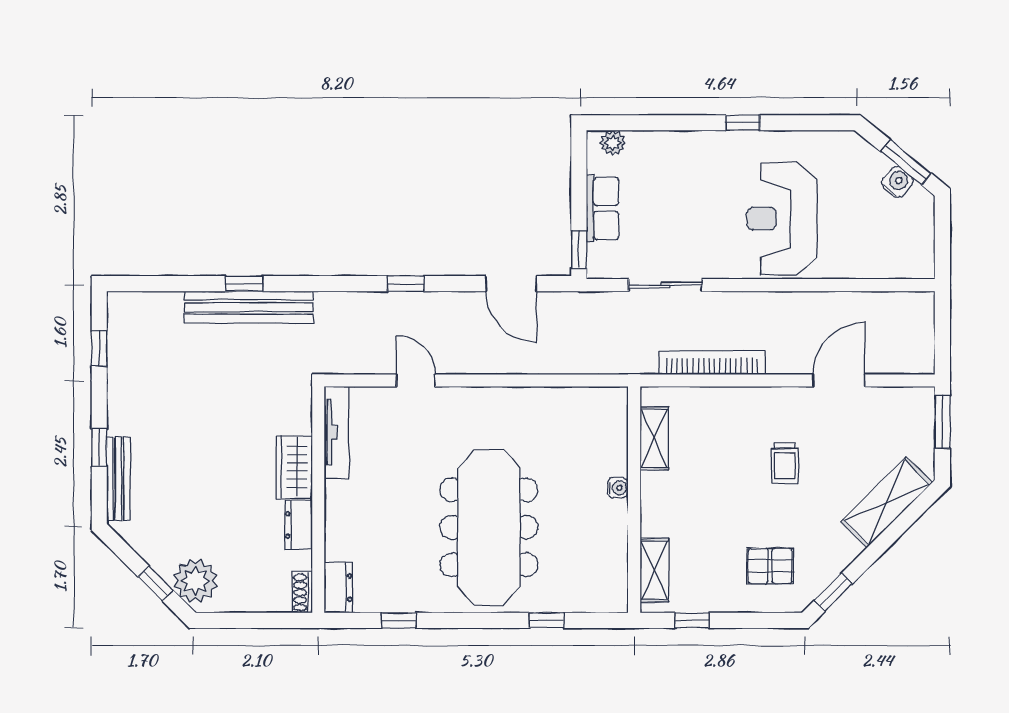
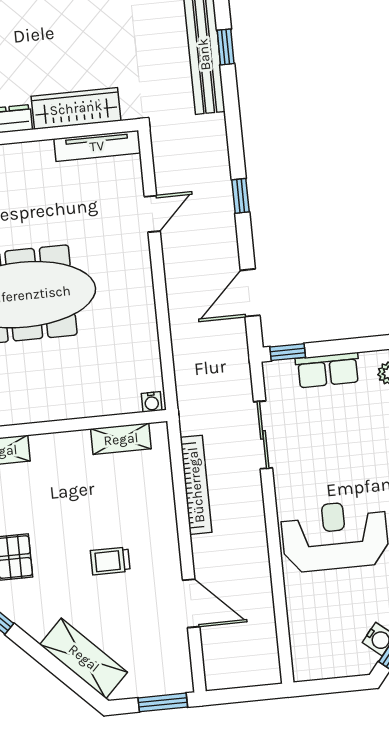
wardrobe: (294, 467) -> (76, 108), width x1.50
water cooler: (618, 488) -> (152, 402), moved

